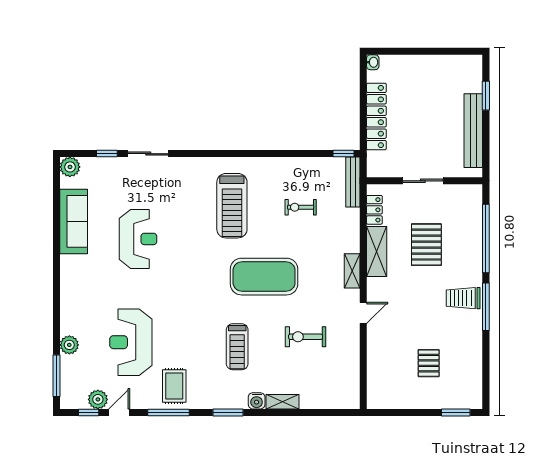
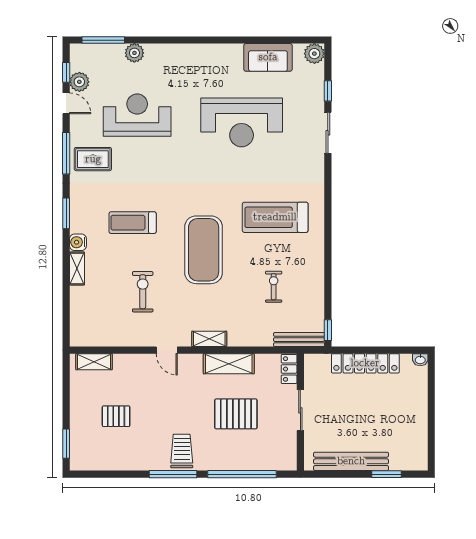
locker: (374, 210) -> (289, 369), moved, turned 90
sofa: (74, 221) -> (268, 57), width x0.73
reception desk: (138, 239) -> (242, 122), width x1.36, depth x1.30
shelving: (375, 385) -> (94, 362), added

